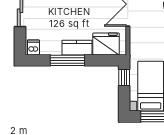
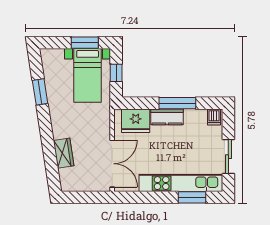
window: (124, 77) -> (116, 73), moved

